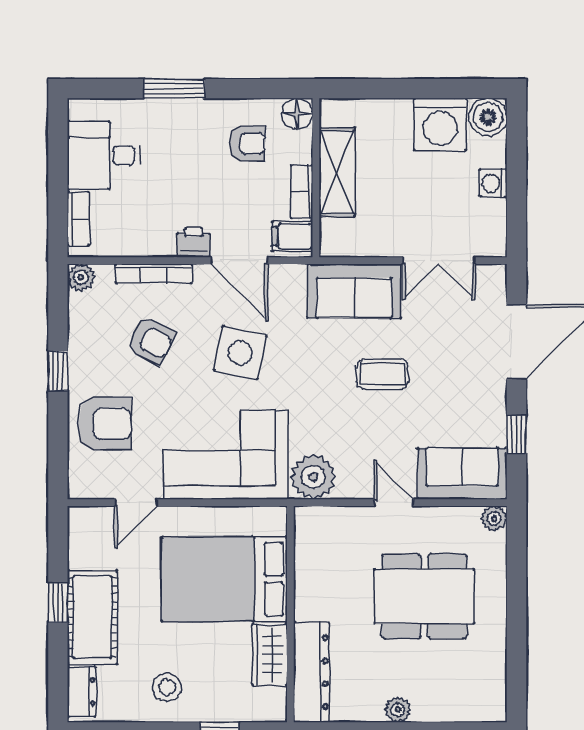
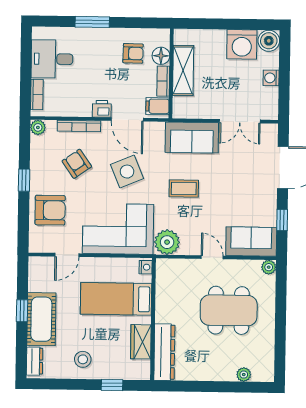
floor lamp: (297, 114) -> (161, 56), moved
armchair: (151, 341) -> (77, 164), turned -151
side table: (240, 353) -> (127, 172), turned -35
coffee table: (382, 374) -> (184, 188), moved
nightstand: (276, 522) -> (146, 267), added
bed: (224, 579) -> (116, 299), width x0.67
plant: (398, 710) -> (244, 375), moved

